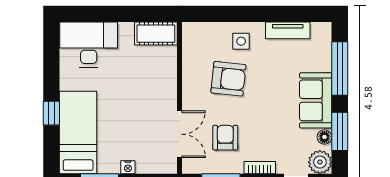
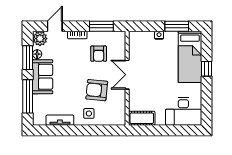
double door: (179, 134) -> (127, 75), moved

